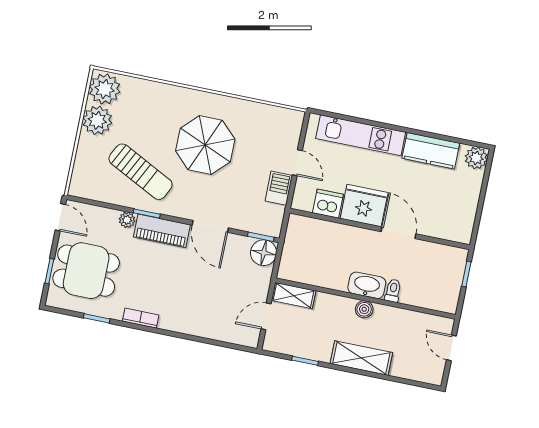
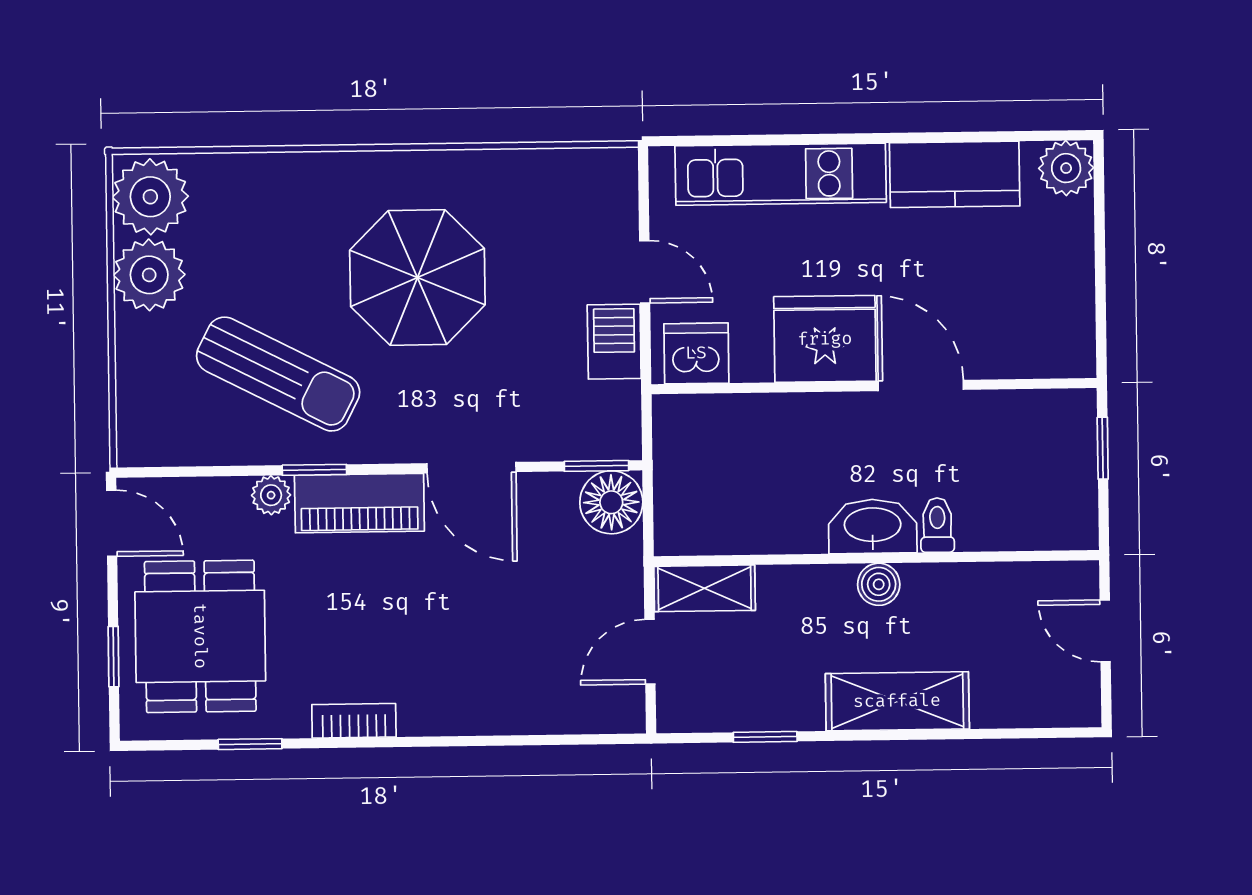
dishwasher: (328, 204) -> (696, 353), moved
dining table: (86, 271) -> (200, 636), turned 90

